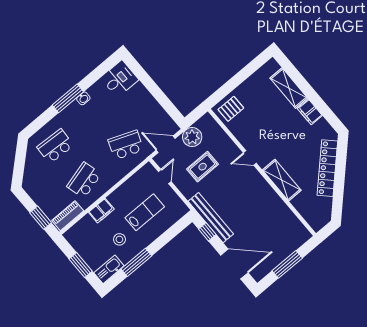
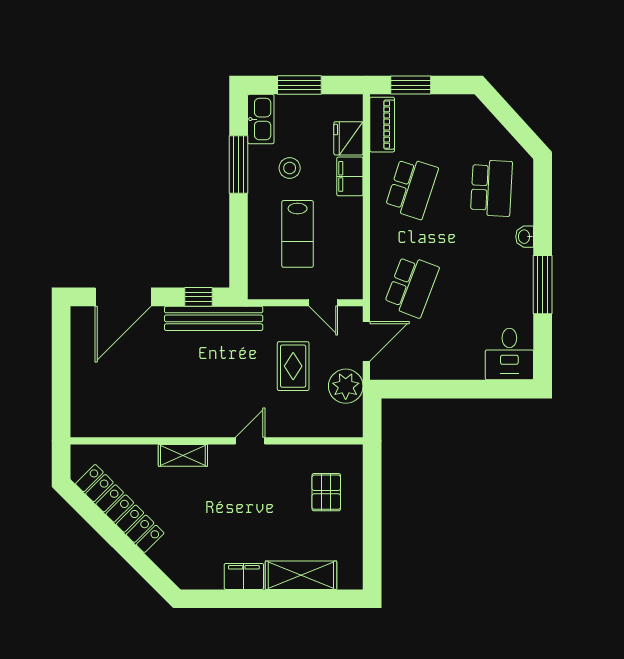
window: (68, 98) -> (543, 285), moved
washbasin: (83, 98) -> (525, 237), moved
pallet: (231, 109) -> (326, 492), moved
locker: (327, 168) -> (120, 508), moved
school desk: (84, 180) -> (412, 188), turned 33
shelving: (282, 180) -> (183, 455), width x0.67, depth x0.75
fridge: (86, 225) -> (348, 138), added
window: (287, 264) -> (61, 369), removed

